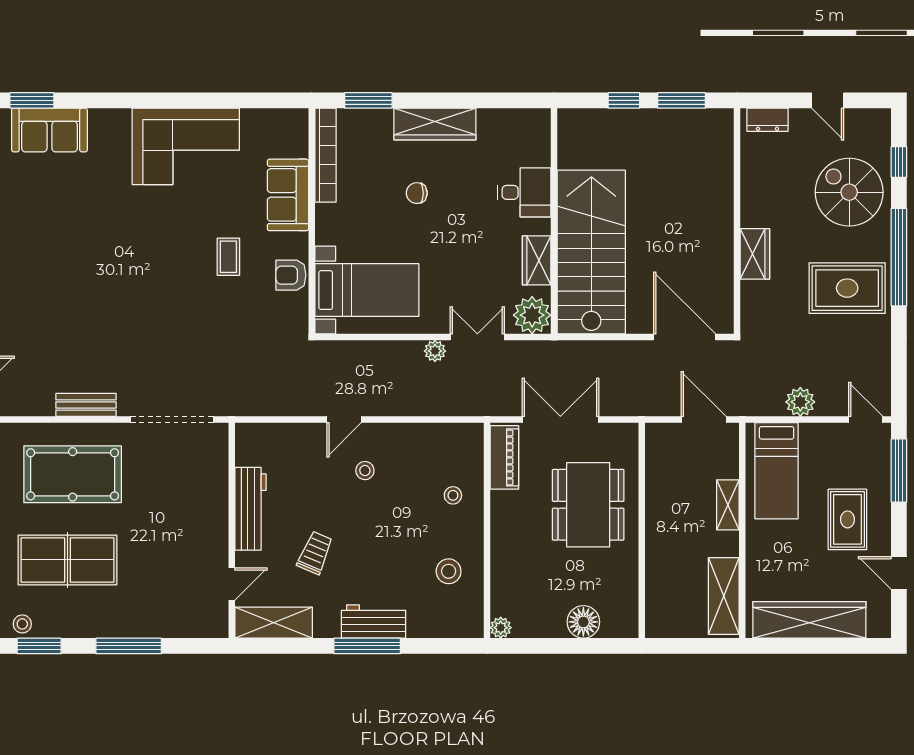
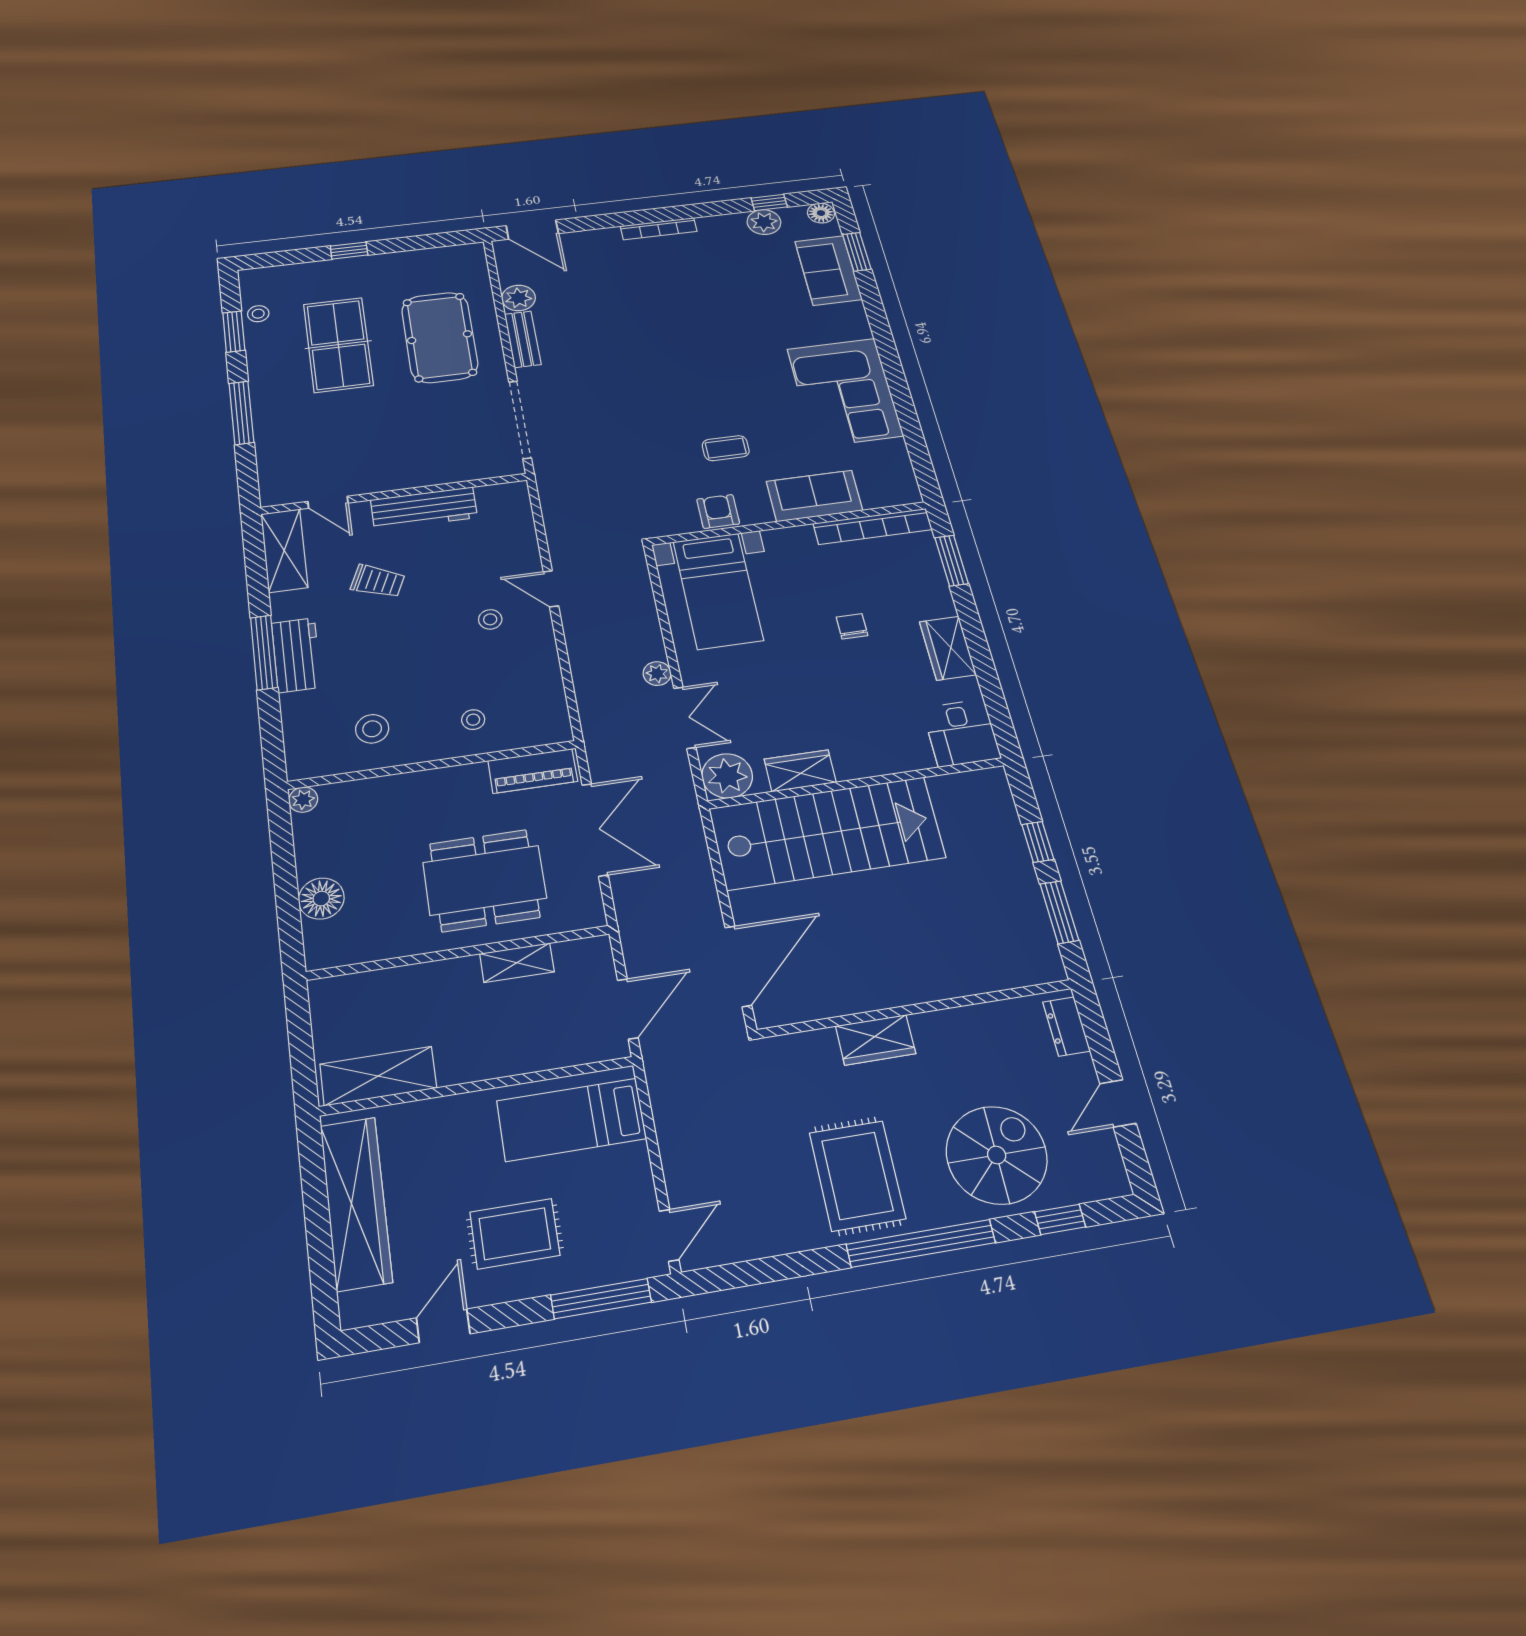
wardrobe: (435, 124) -> (948, 648), width x0.67
desk: (524, 192) -> (961, 733), moved
plant: (800, 402) -> (518, 298), moved
shelving: (728, 505) -> (517, 963), moved

